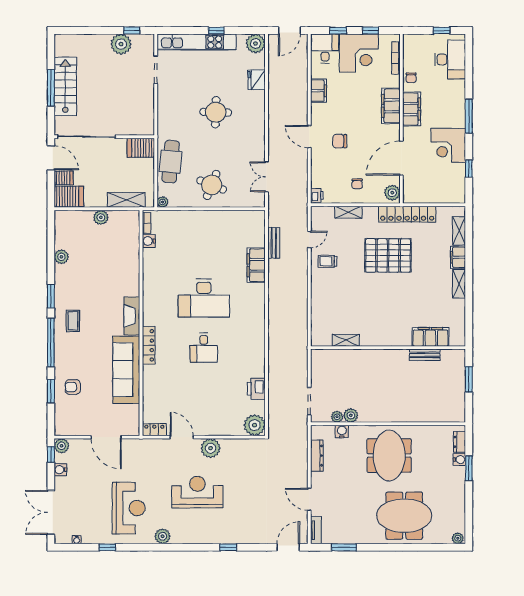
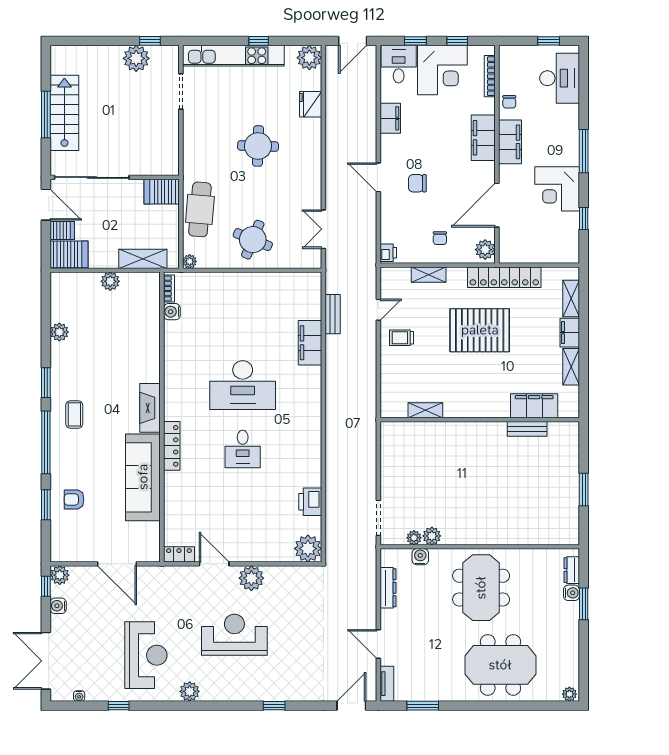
filing cabinet: (430, 337) -> (534, 406), moved
shelving: (346, 340) -> (425, 410), moved
wall: (388, 348) -> (480, 420), moved
bench: (425, 355) -> (527, 429), moved

